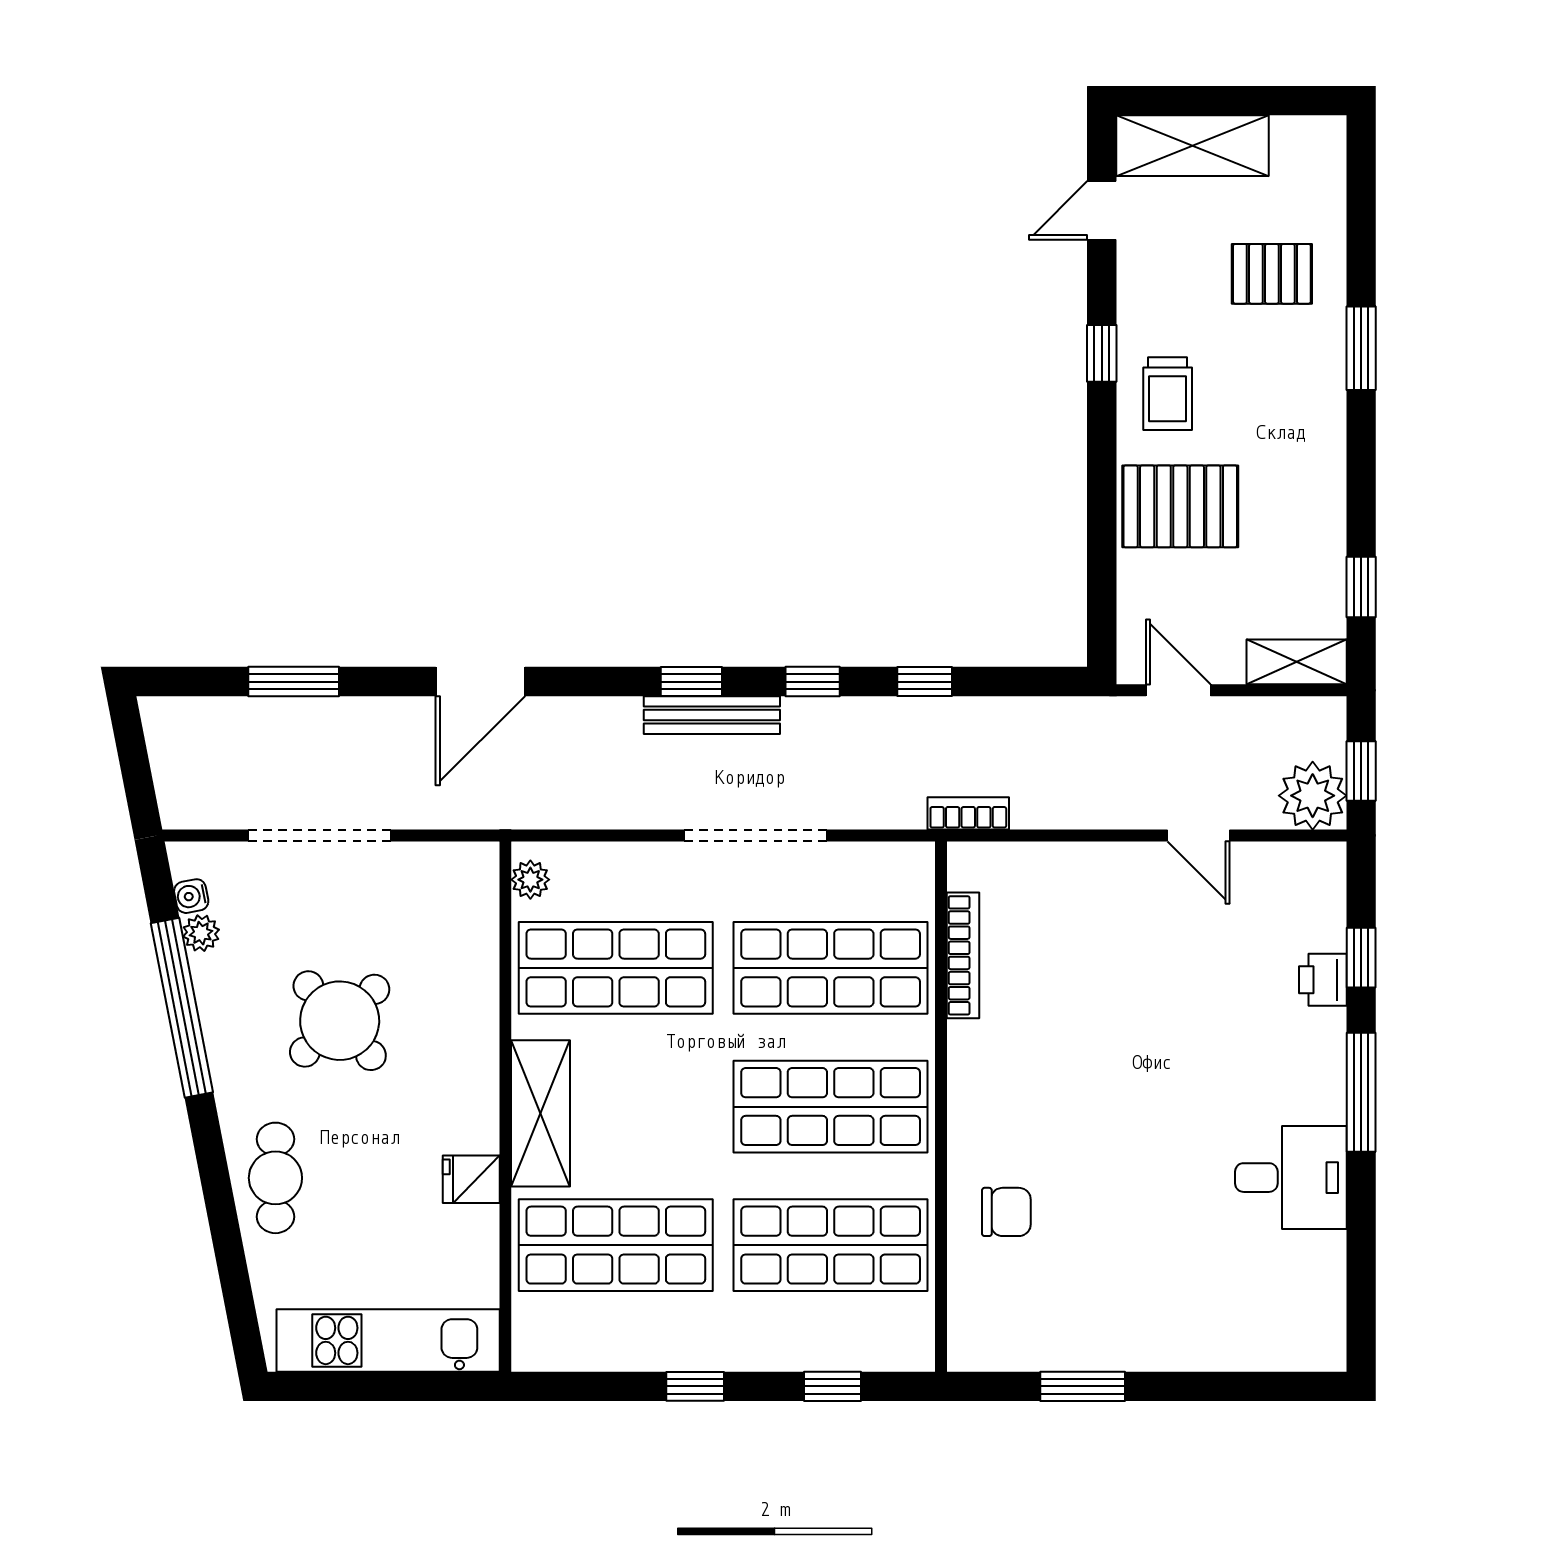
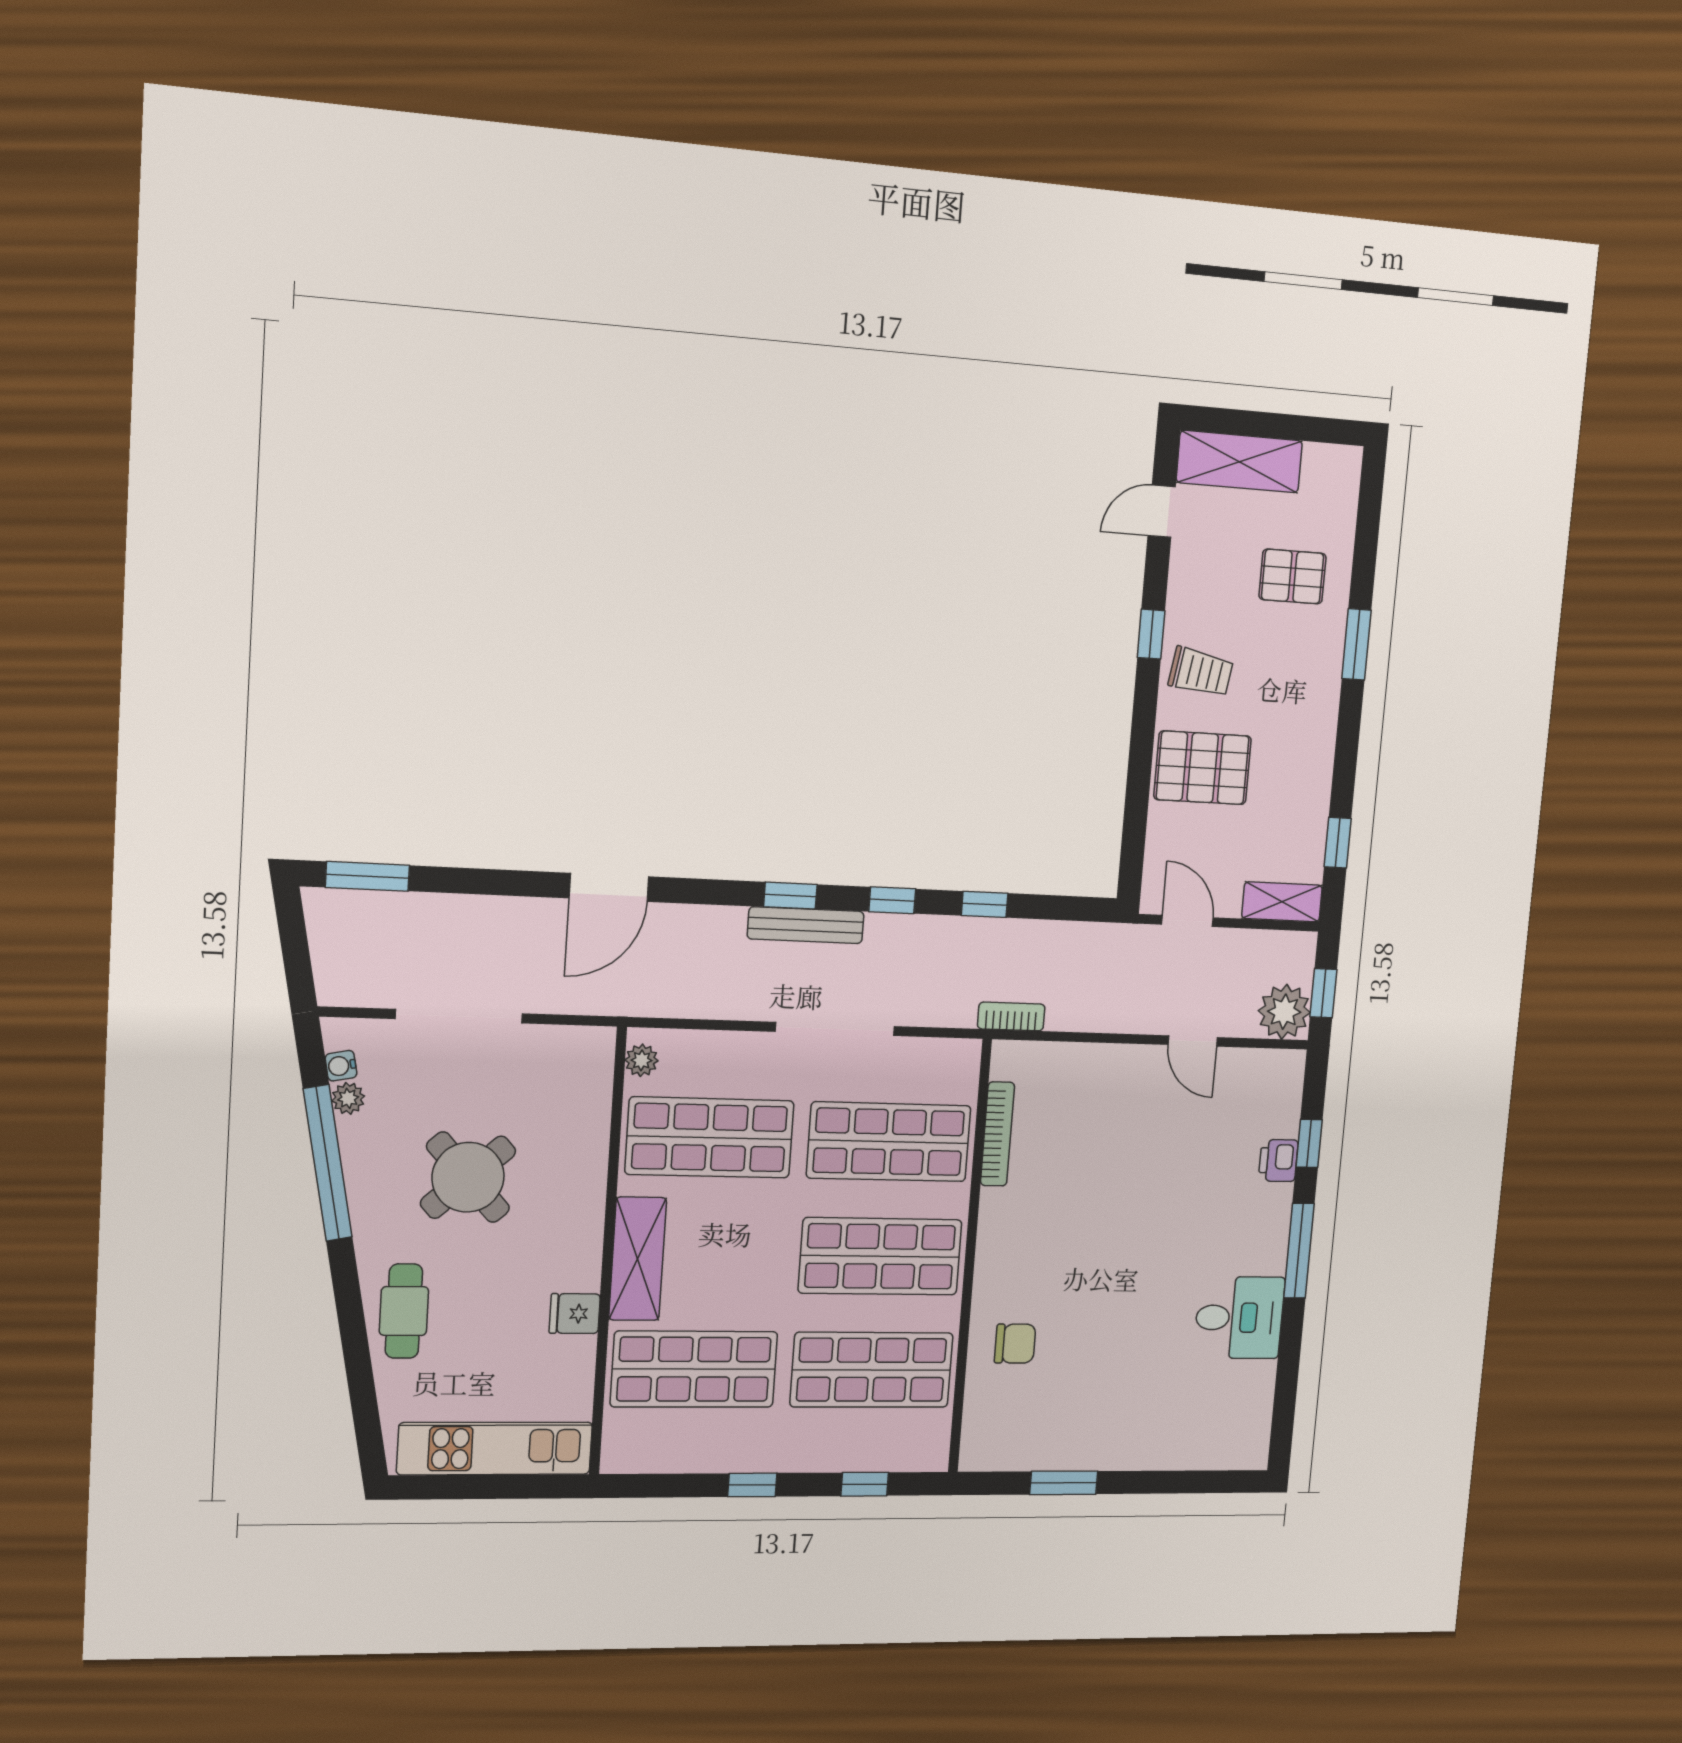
trolley: (1168, 394) -> (1201, 672), turned -81
window: (294, 682) -> (367, 876), moved

